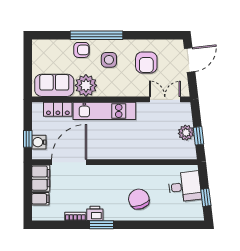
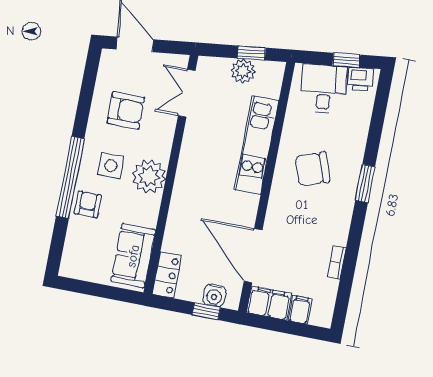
plant: (86, 85) -> (149, 176), moved
locker: (58, 109) -> (167, 275), moved
kitchen unit: (104, 111) -> (257, 145), moved, turned 180
chair: (139, 199) -> (312, 169), moved
printer: (95, 213) -> (361, 79), moved, turned -97
window: (101, 225) -> (365, 183), moved

